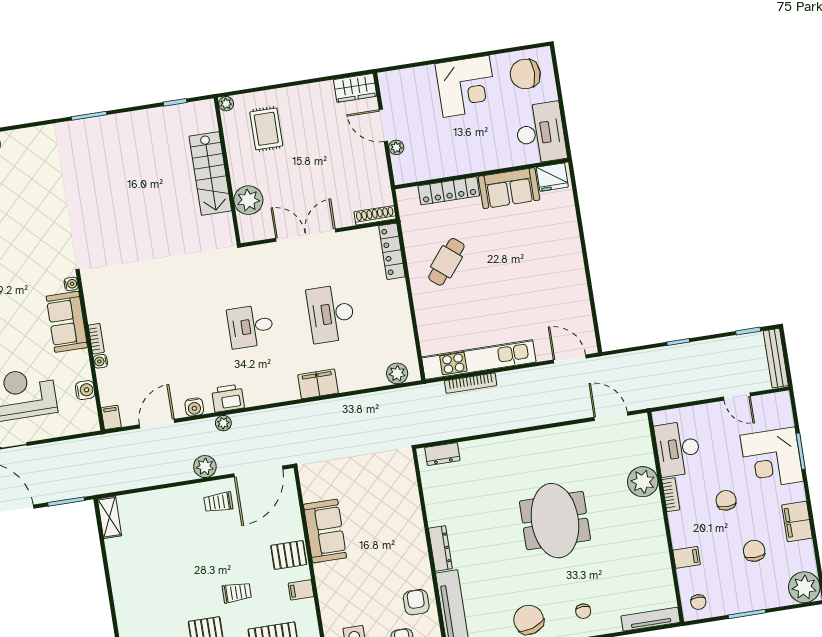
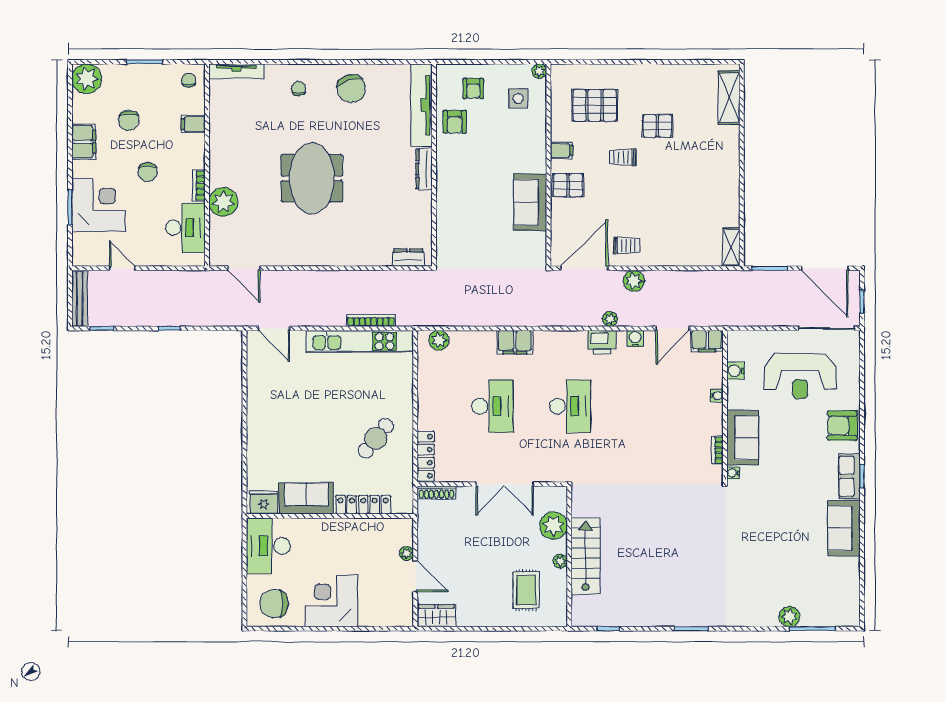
chair: (525, 74) -> (274, 604), turned 180
plant: (226, 104) -> (560, 561), moved
desk: (251, 326) -> (570, 406), width x1.37
bookcase: (96, 339) -> (717, 450), moved
filing cabinet: (111, 417) -> (707, 341), width x2.00

